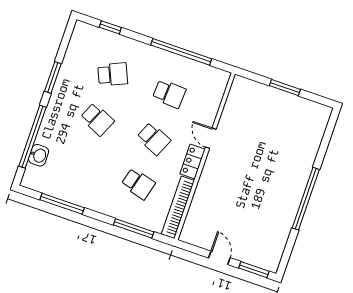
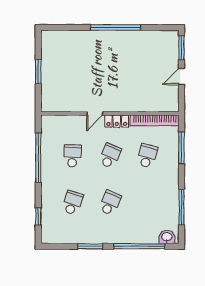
school desk: (113, 74) -> (72, 203), turned 42
washbasin: (39, 155) -> (167, 237), moved

